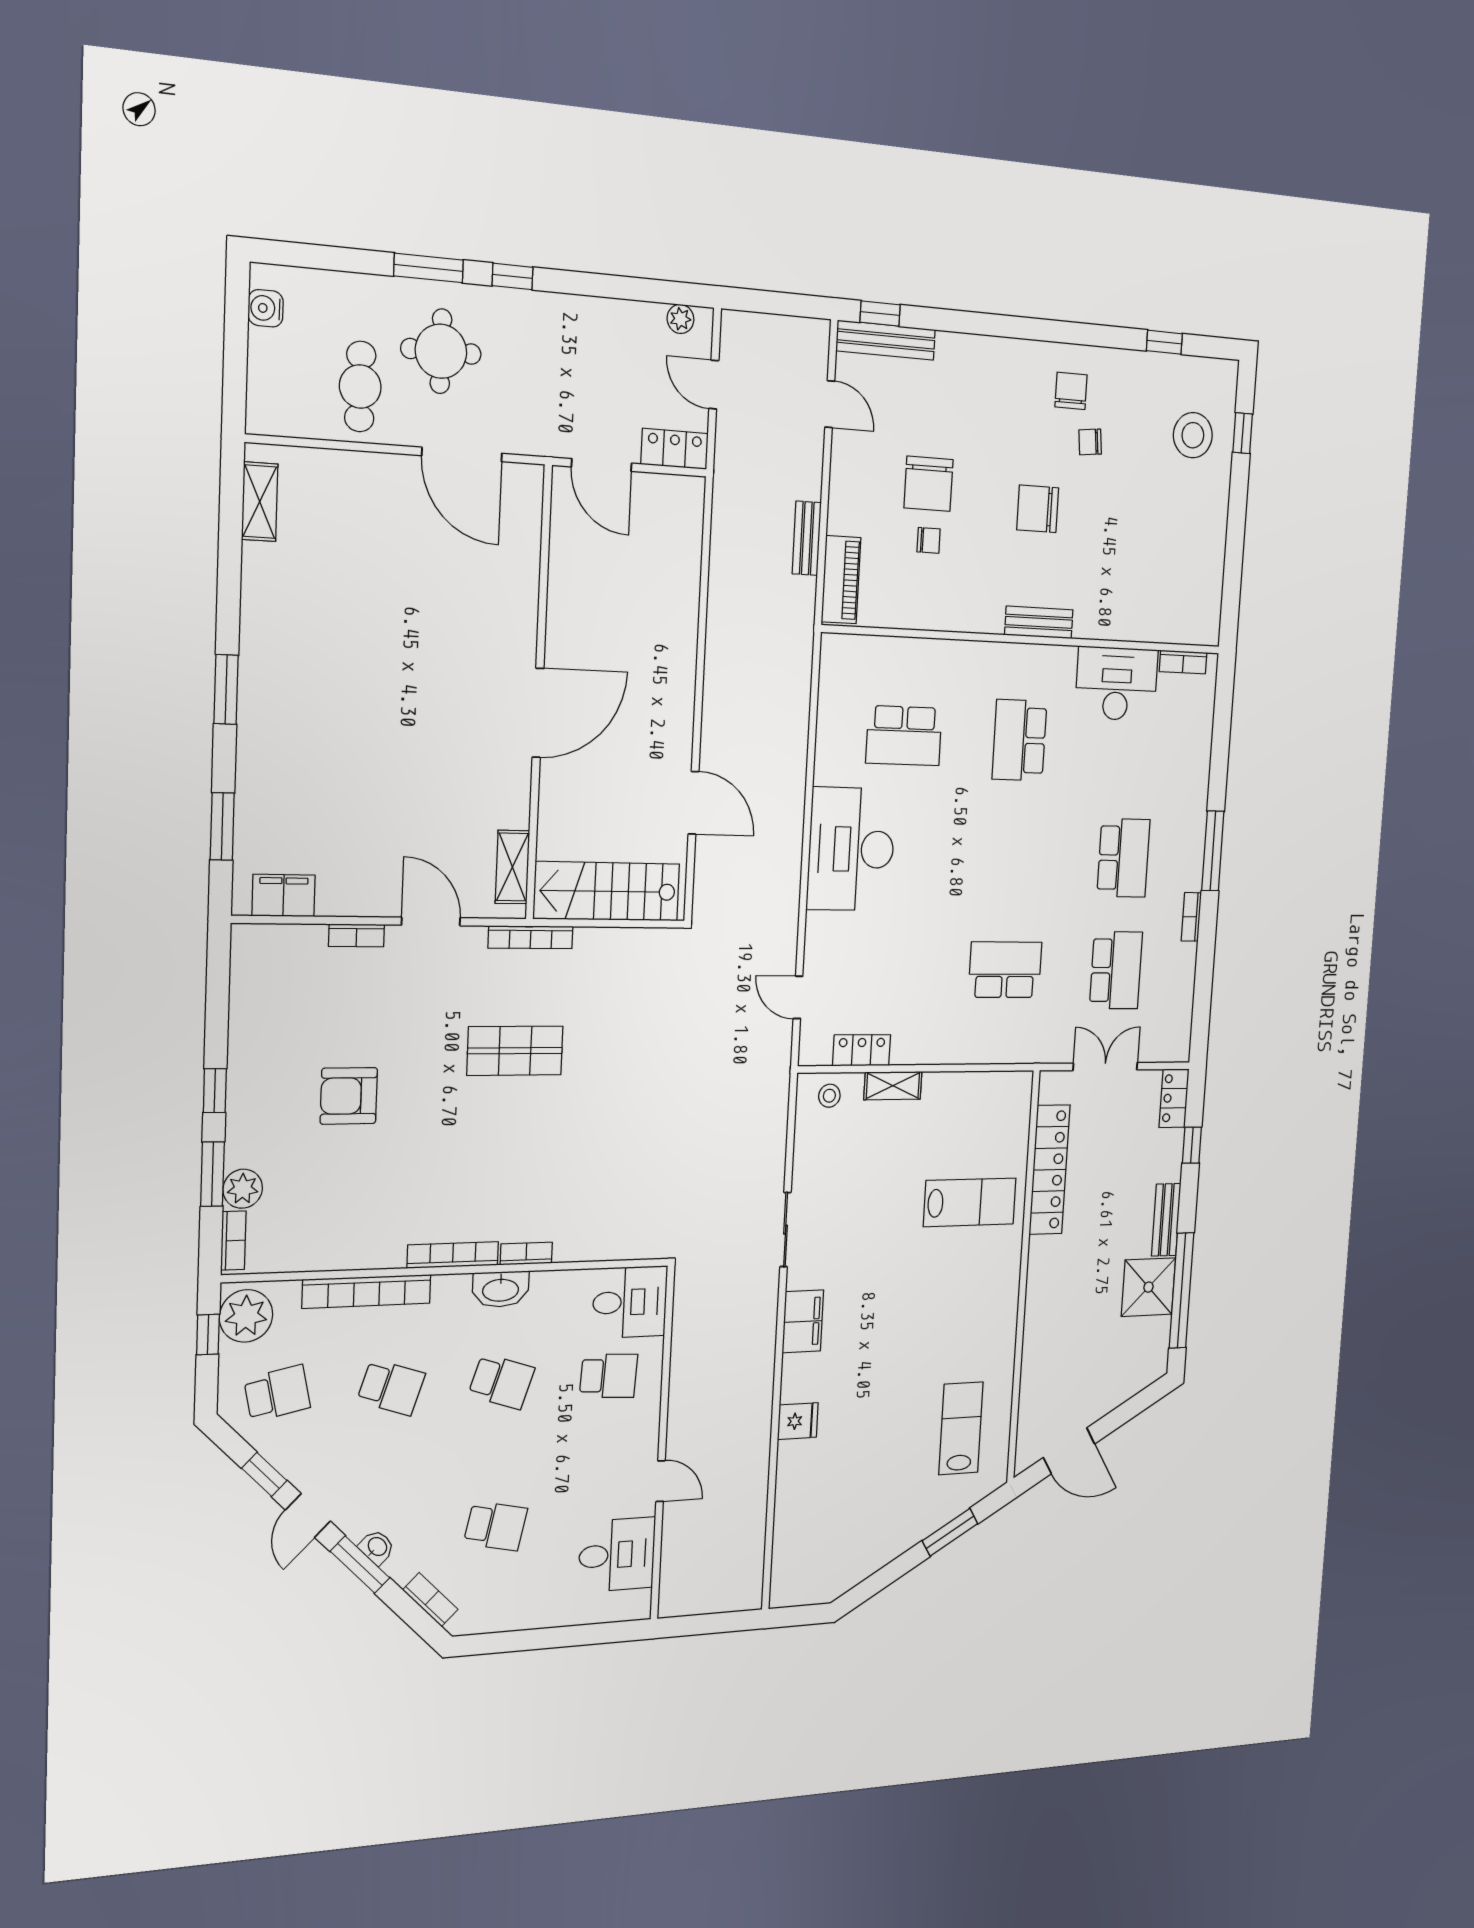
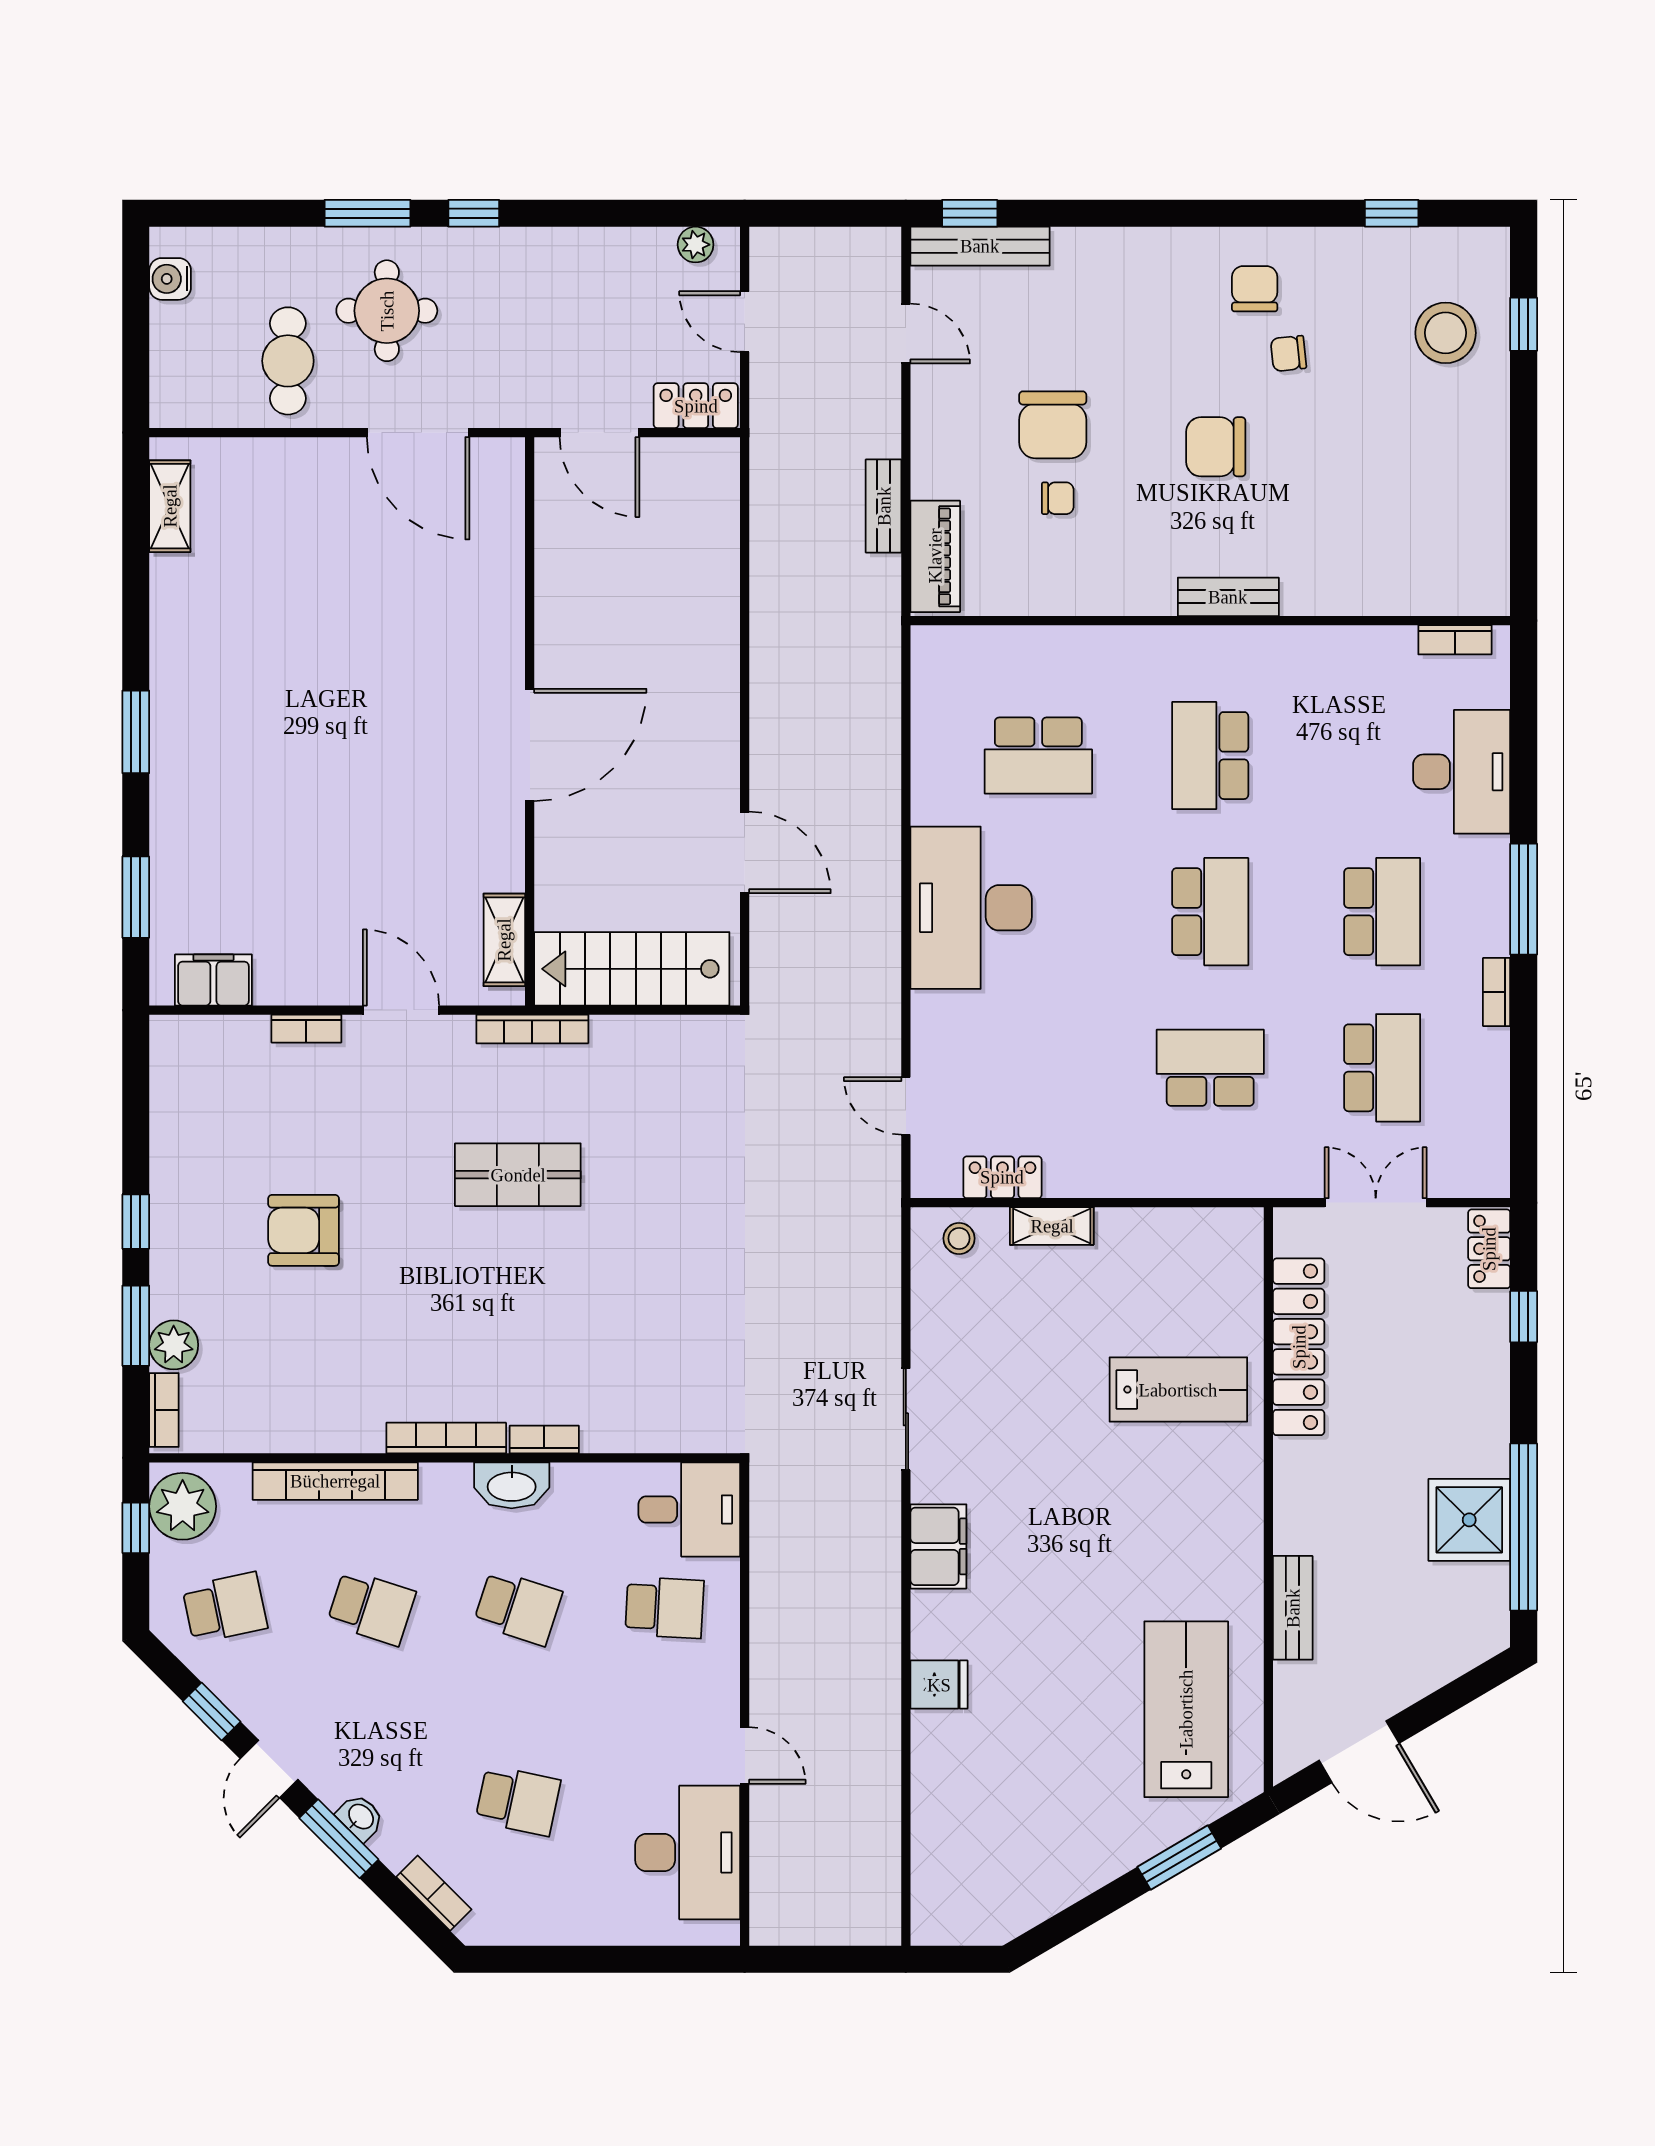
desk: (1116, 684) -> (1462, 772), moved, turned 90
school desk: (1012, 856) -> (1210, 912), added
bench: (1166, 1220) -> (1293, 1608), moved
lab bench: (961, 1428) -> (1186, 1709), width x1.36, depth x1.39
desk: (617, 1555) -> (688, 1853), width x1.37

